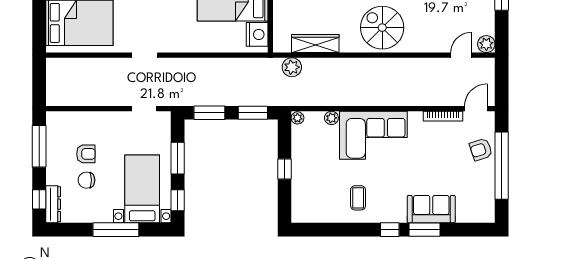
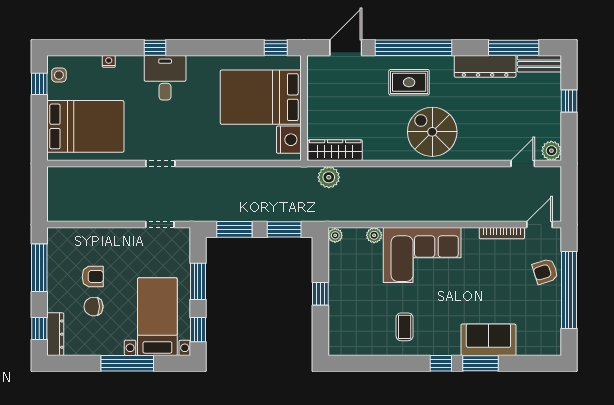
wardrobe: (315, 44) -> (335, 150), moved

